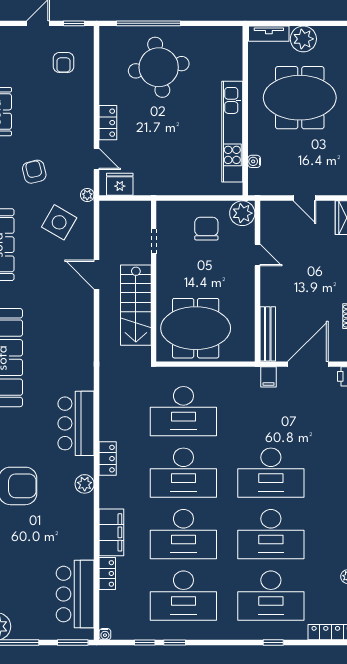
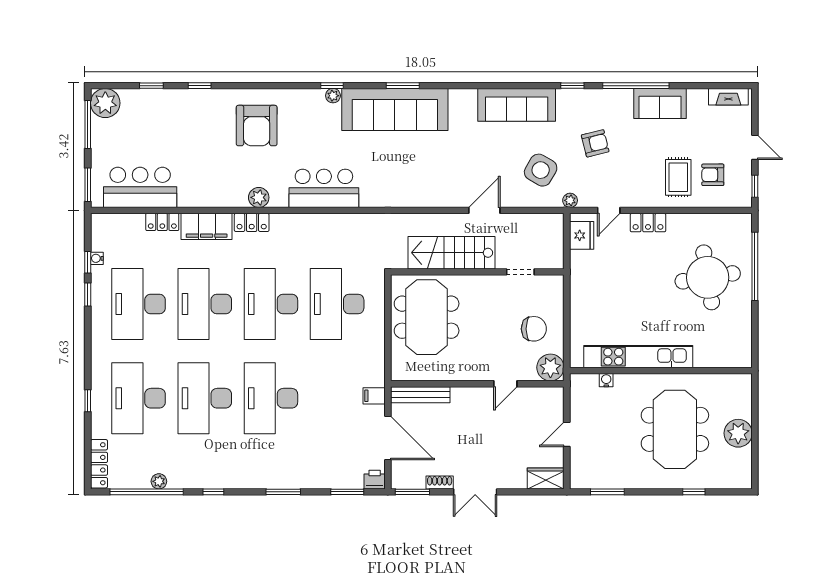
tv unit: (269, 34) -> (744, 396), removed
rug: (66, 95) -> (678, 177), added
locker: (108, 459) -> (252, 222), moved
water cooler: (105, 634) -> (97, 258), moved

